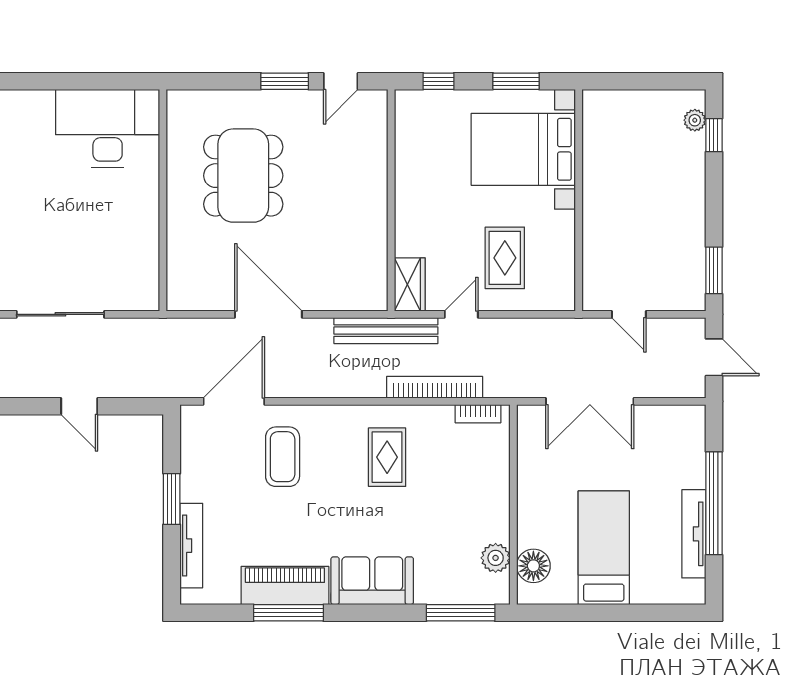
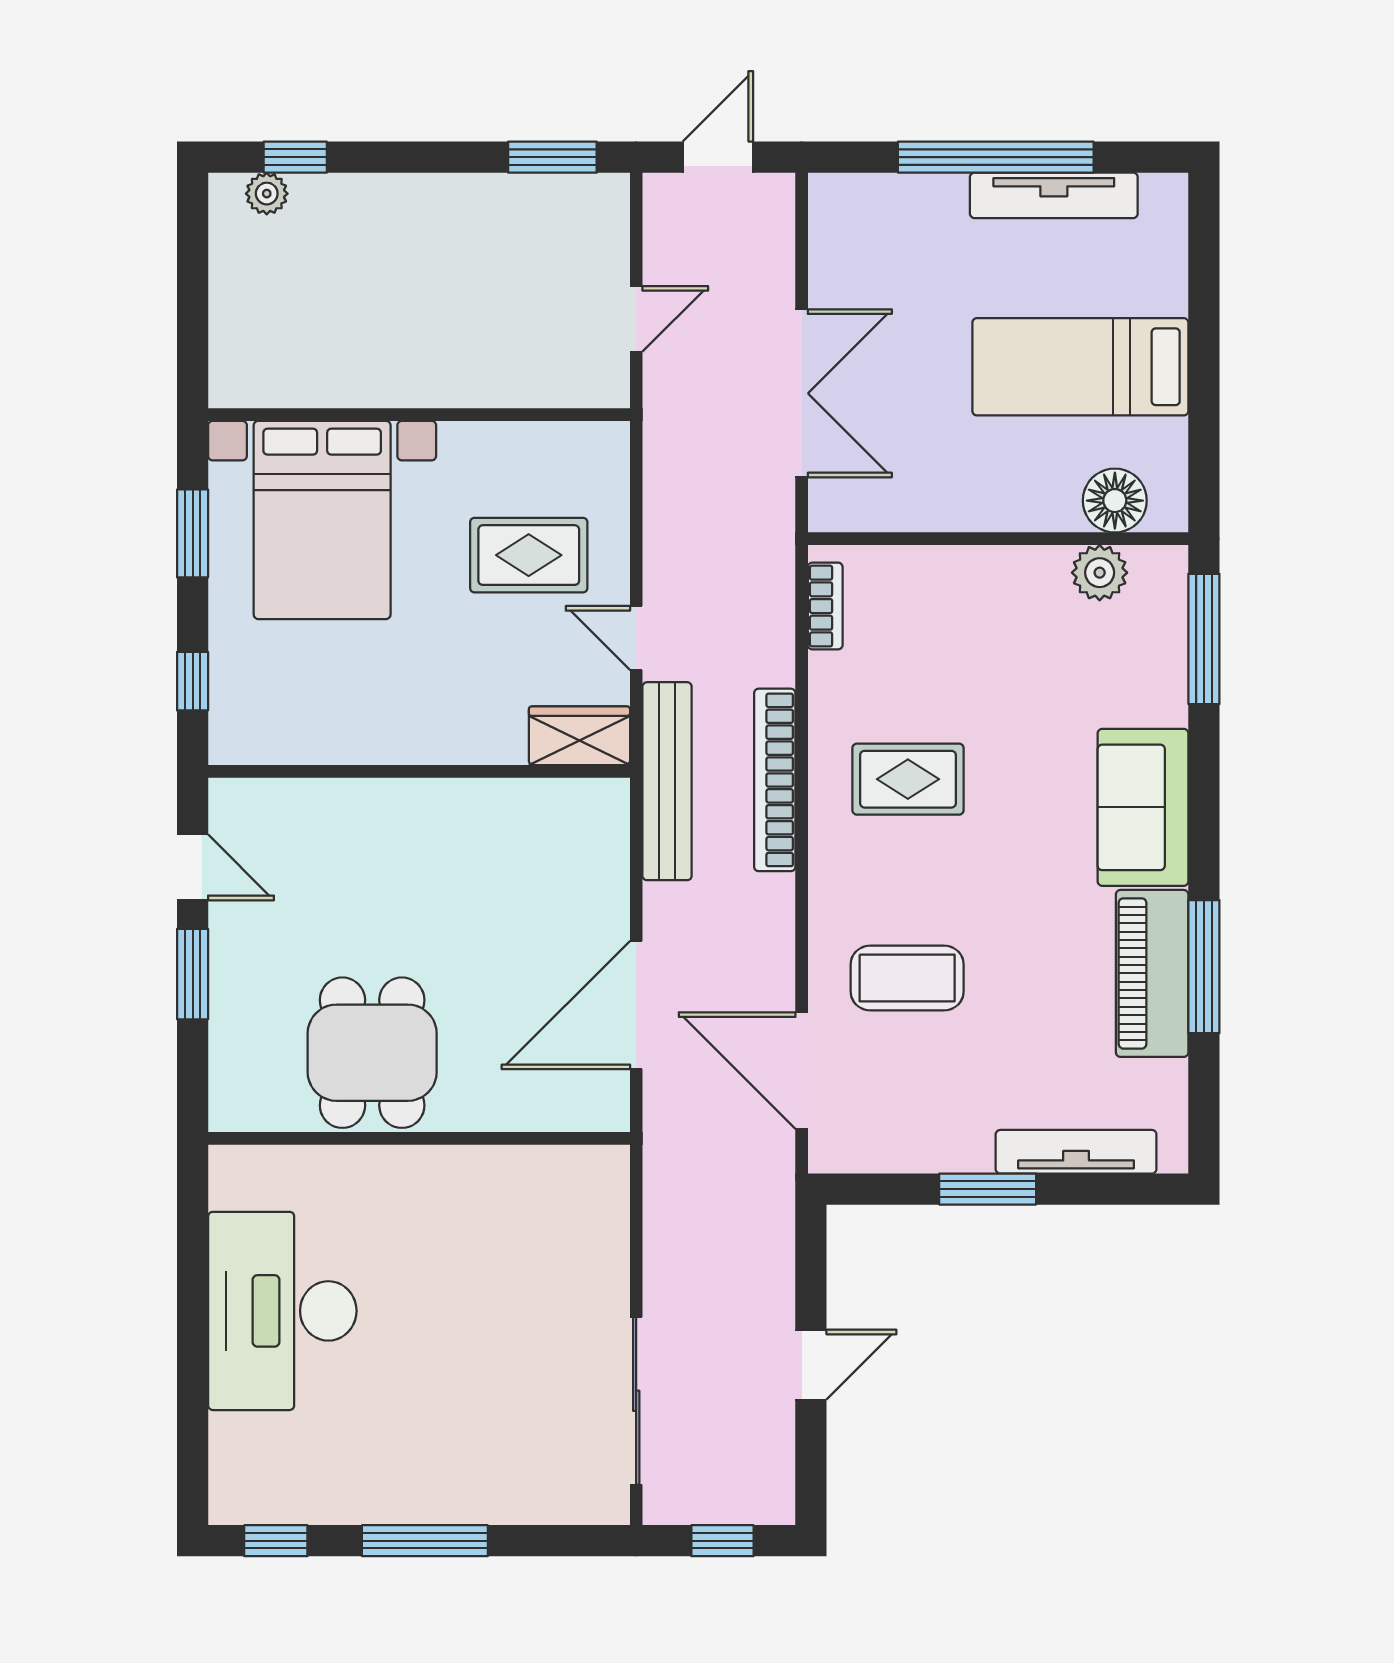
dining table: (243, 176) -> (372, 1053), width x0.73
wall: (163, 200) -> (419, 1138), moved
bookcase: (435, 387) -> (775, 780), moved

